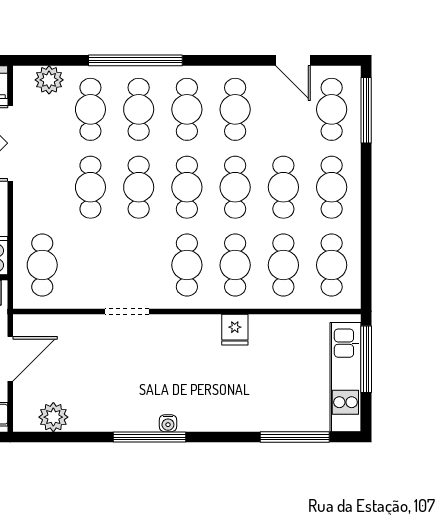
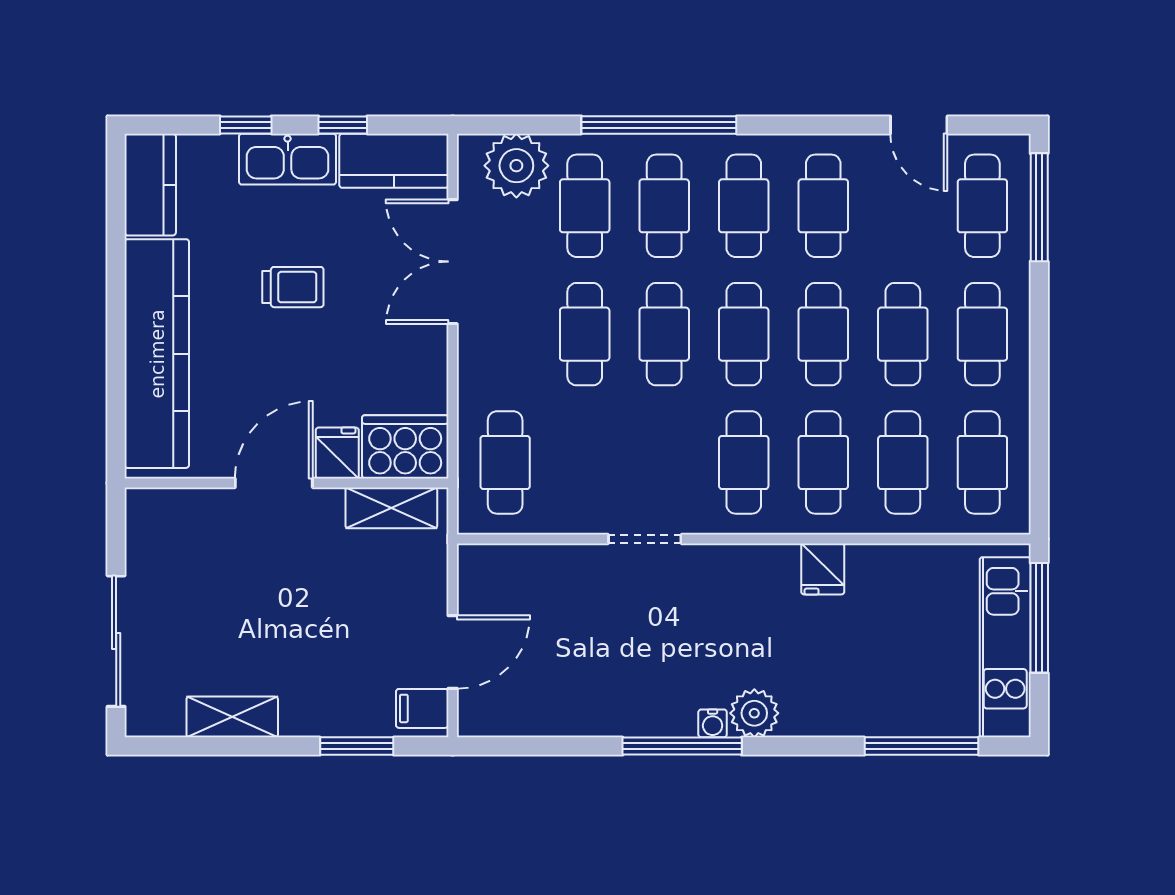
plant: (49, 80) -> (516, 166), width x1.36, depth x1.36
door: (10, 359) -> (453, 652), moved
plant: (53, 417) -> (754, 713), moved

